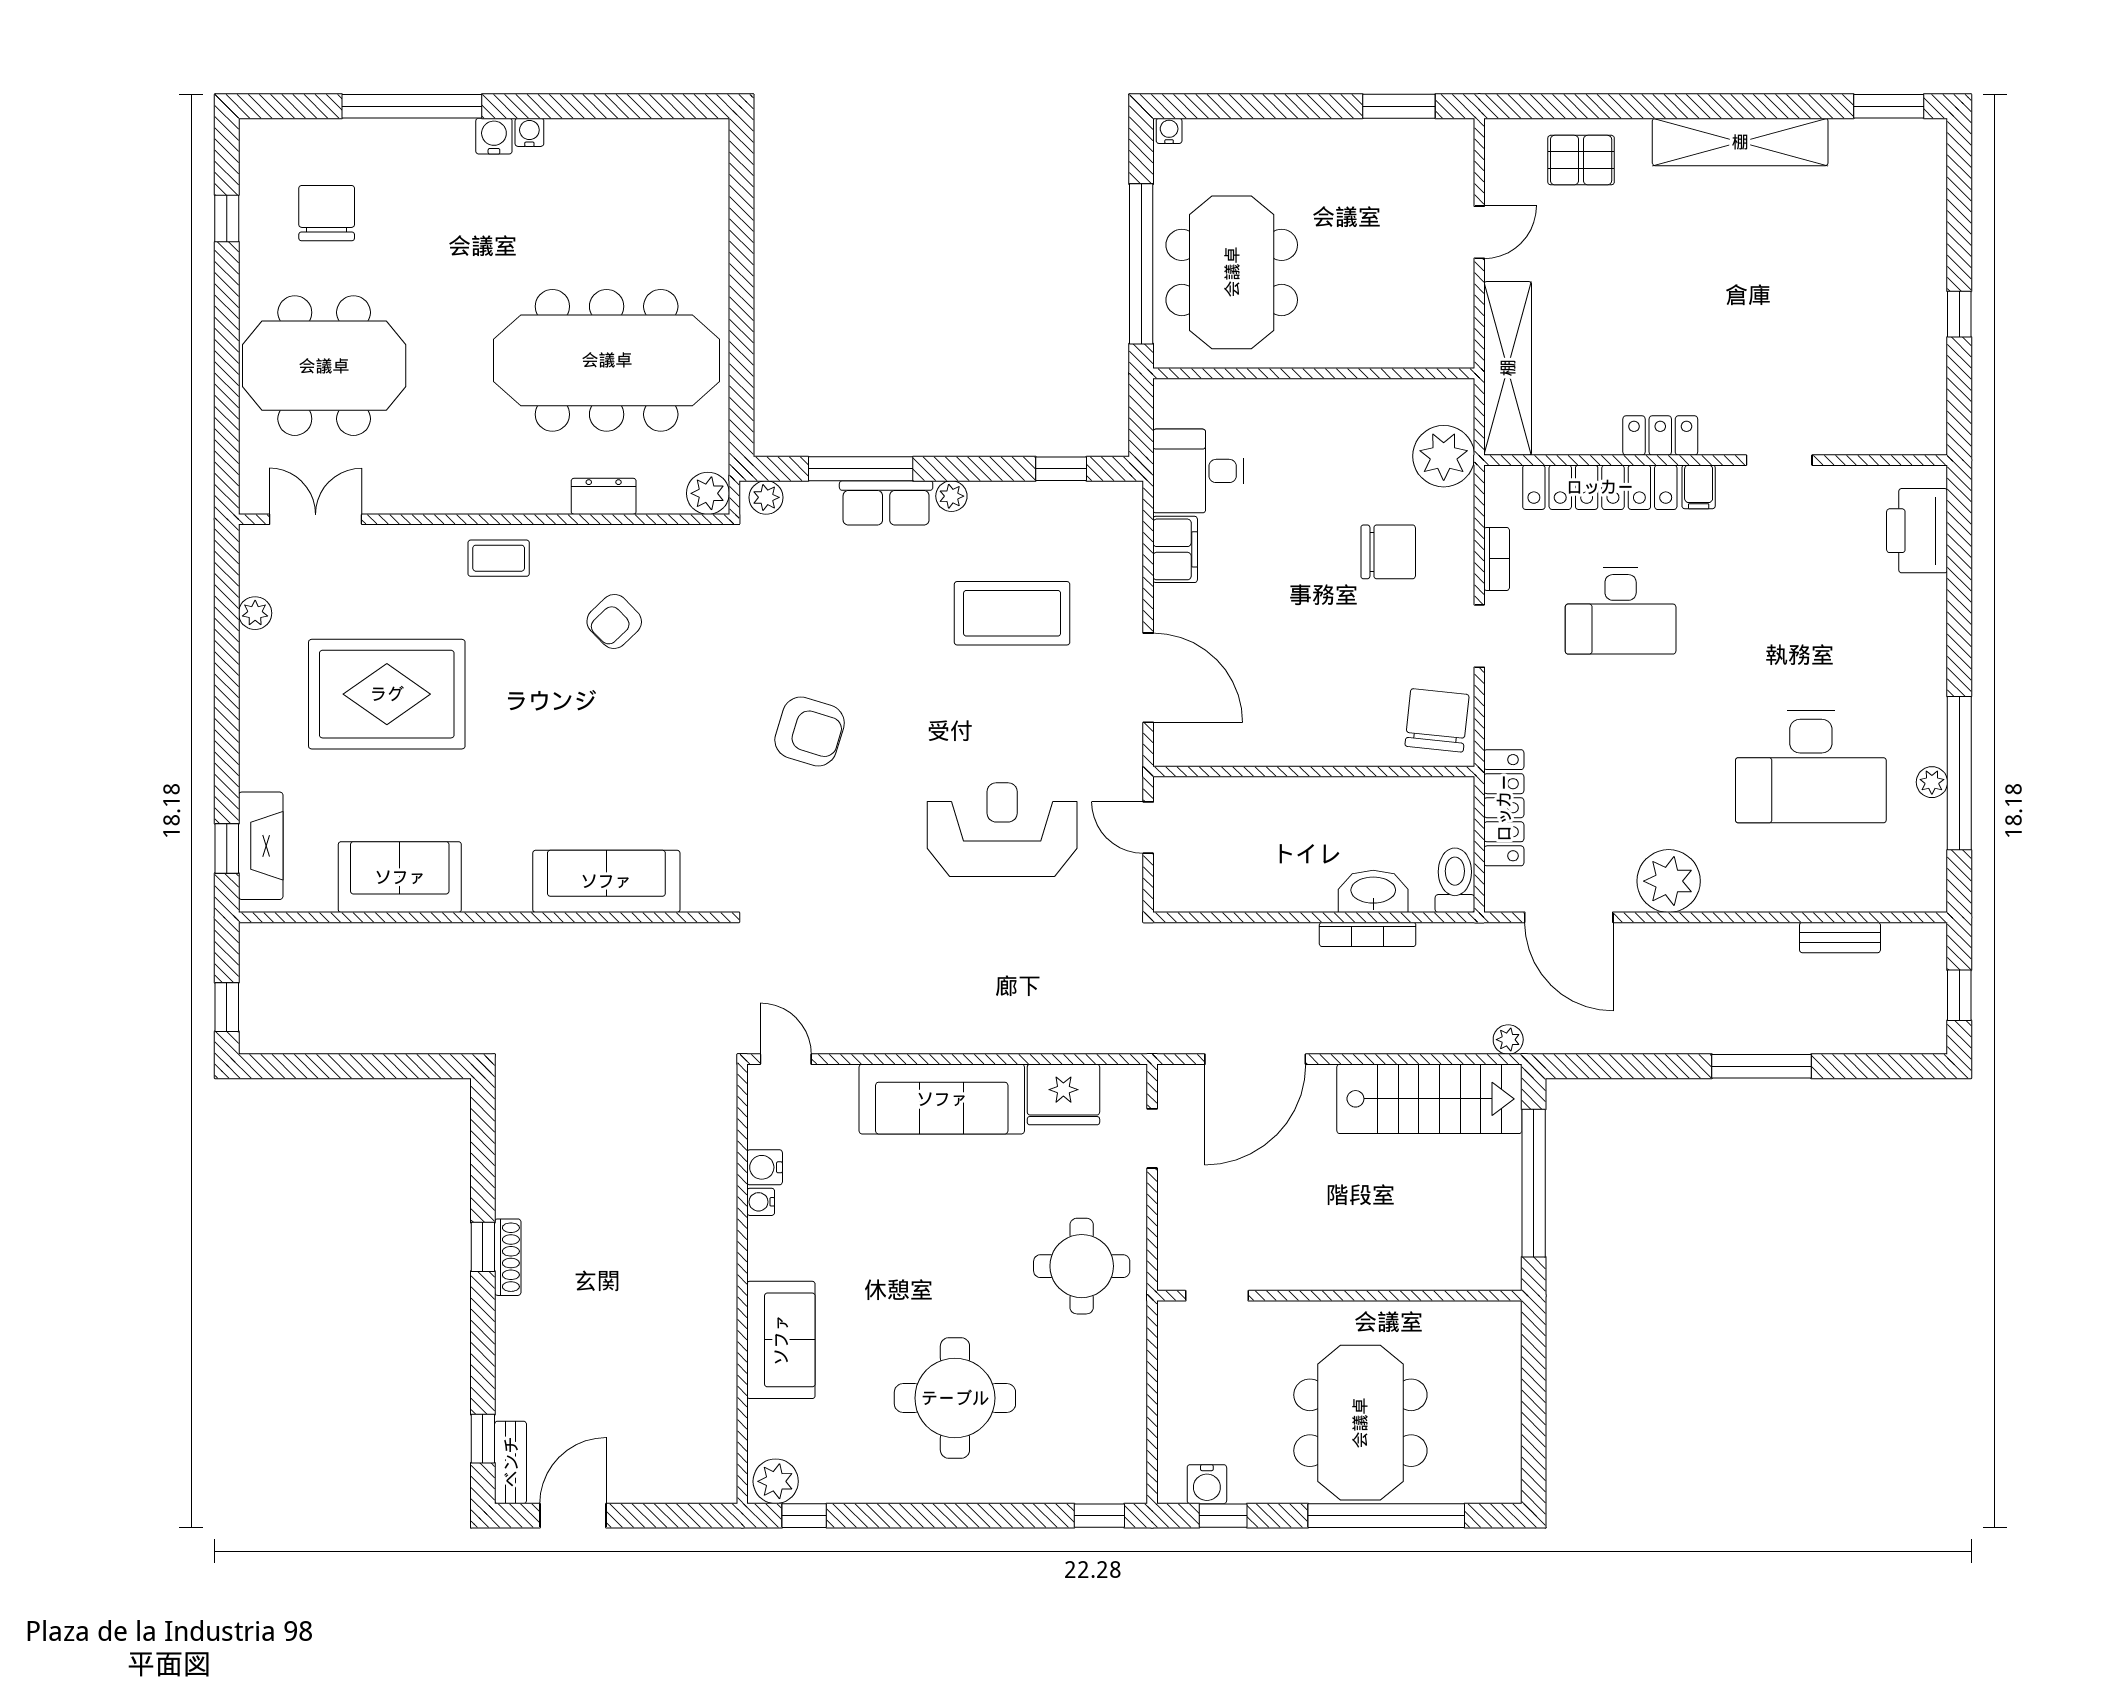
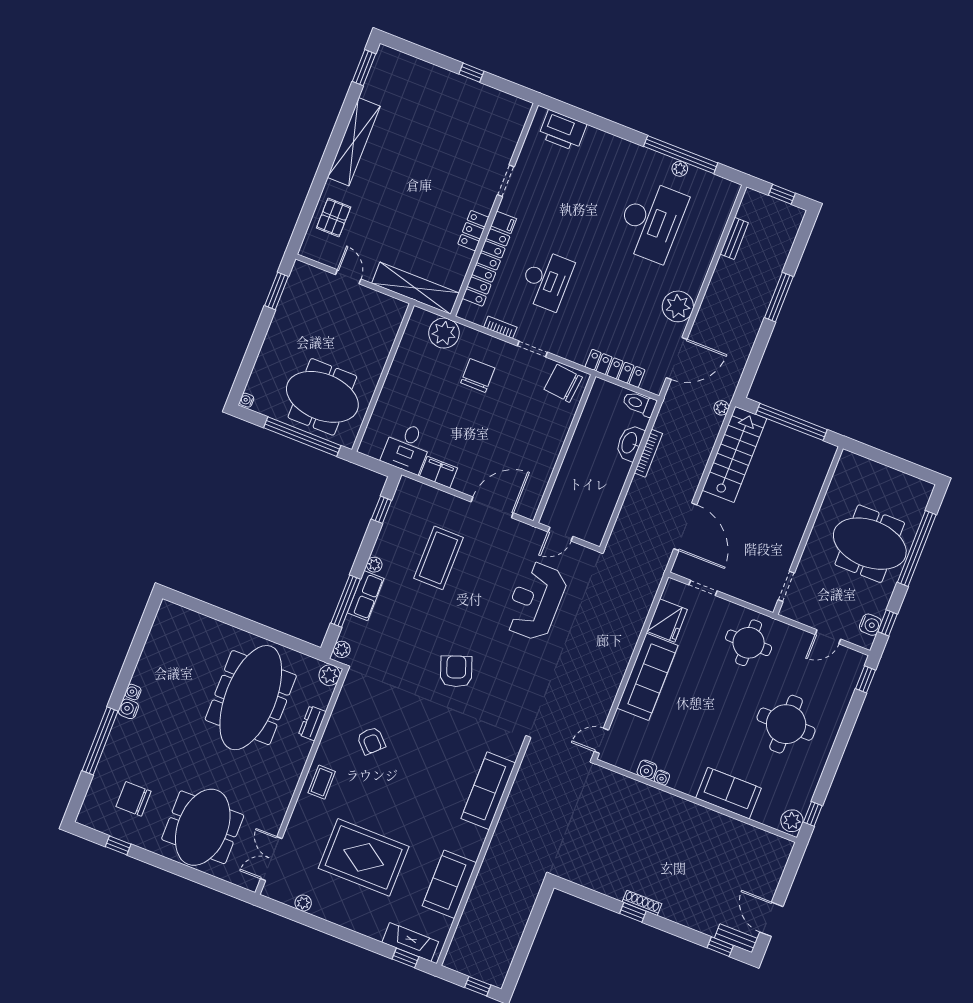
rug: (387, 694) -> (364, 857), turned 90
armchair: (810, 731) -> (456, 671), turned -37
door: (1152, 1413) -> (828, 637), added

